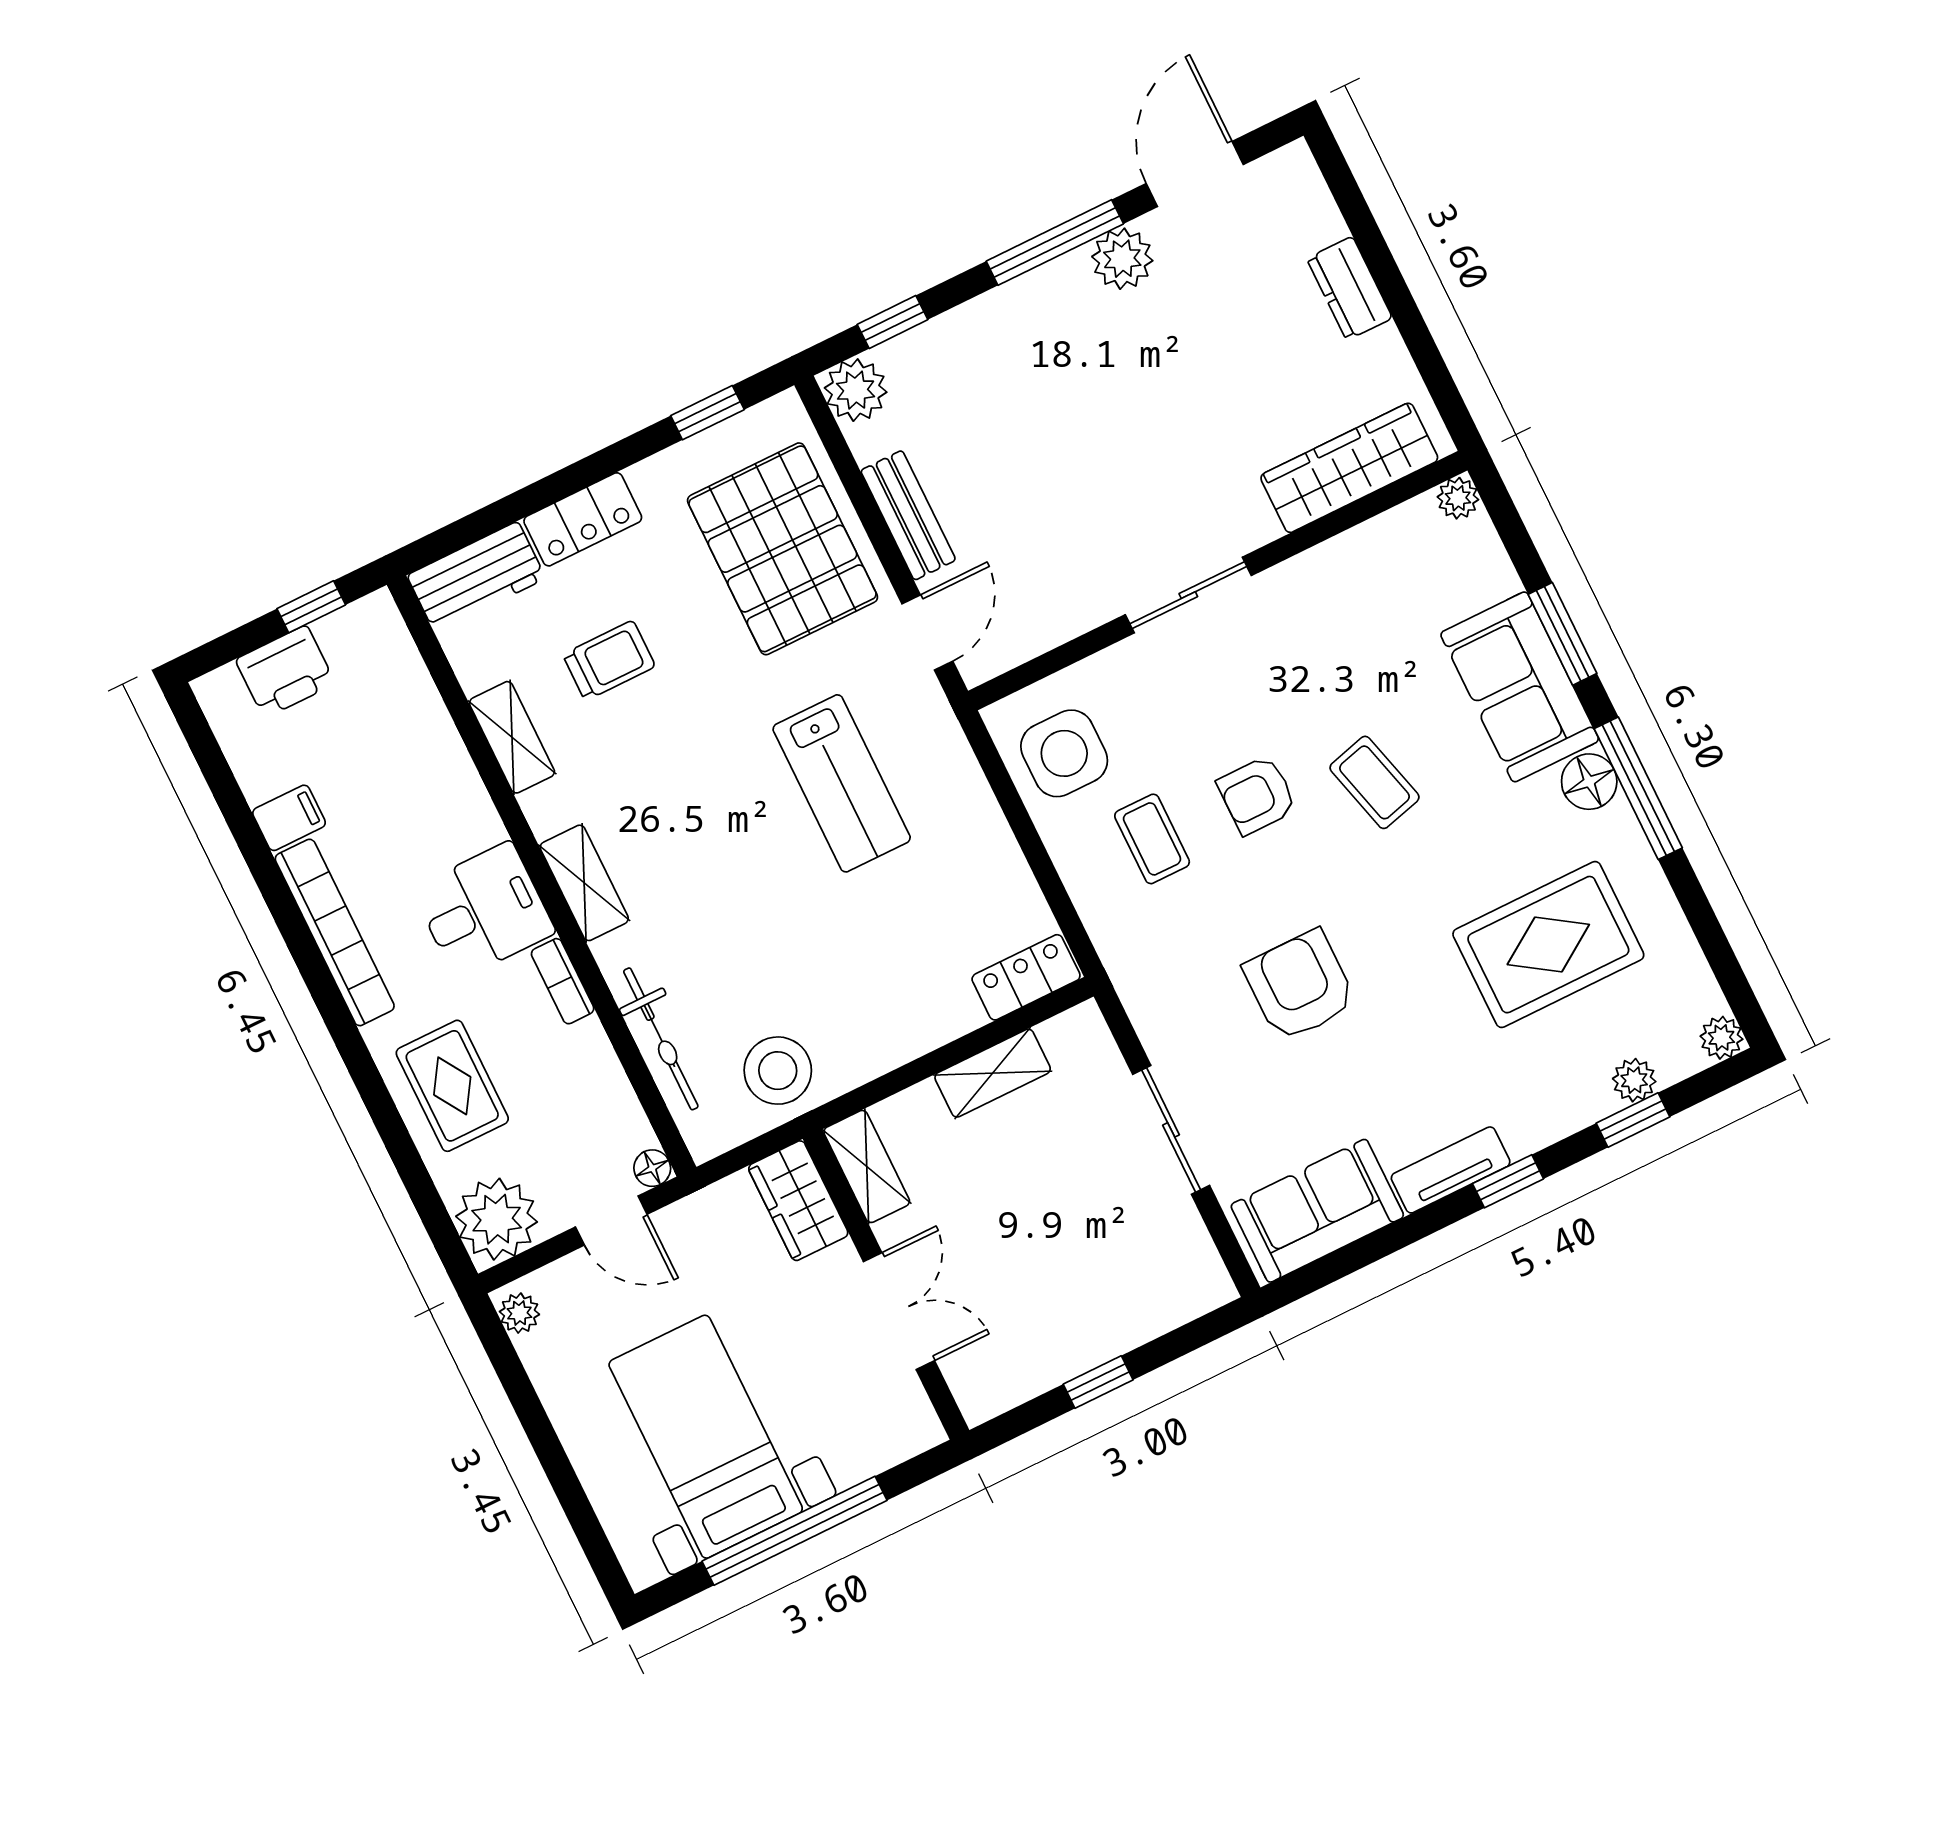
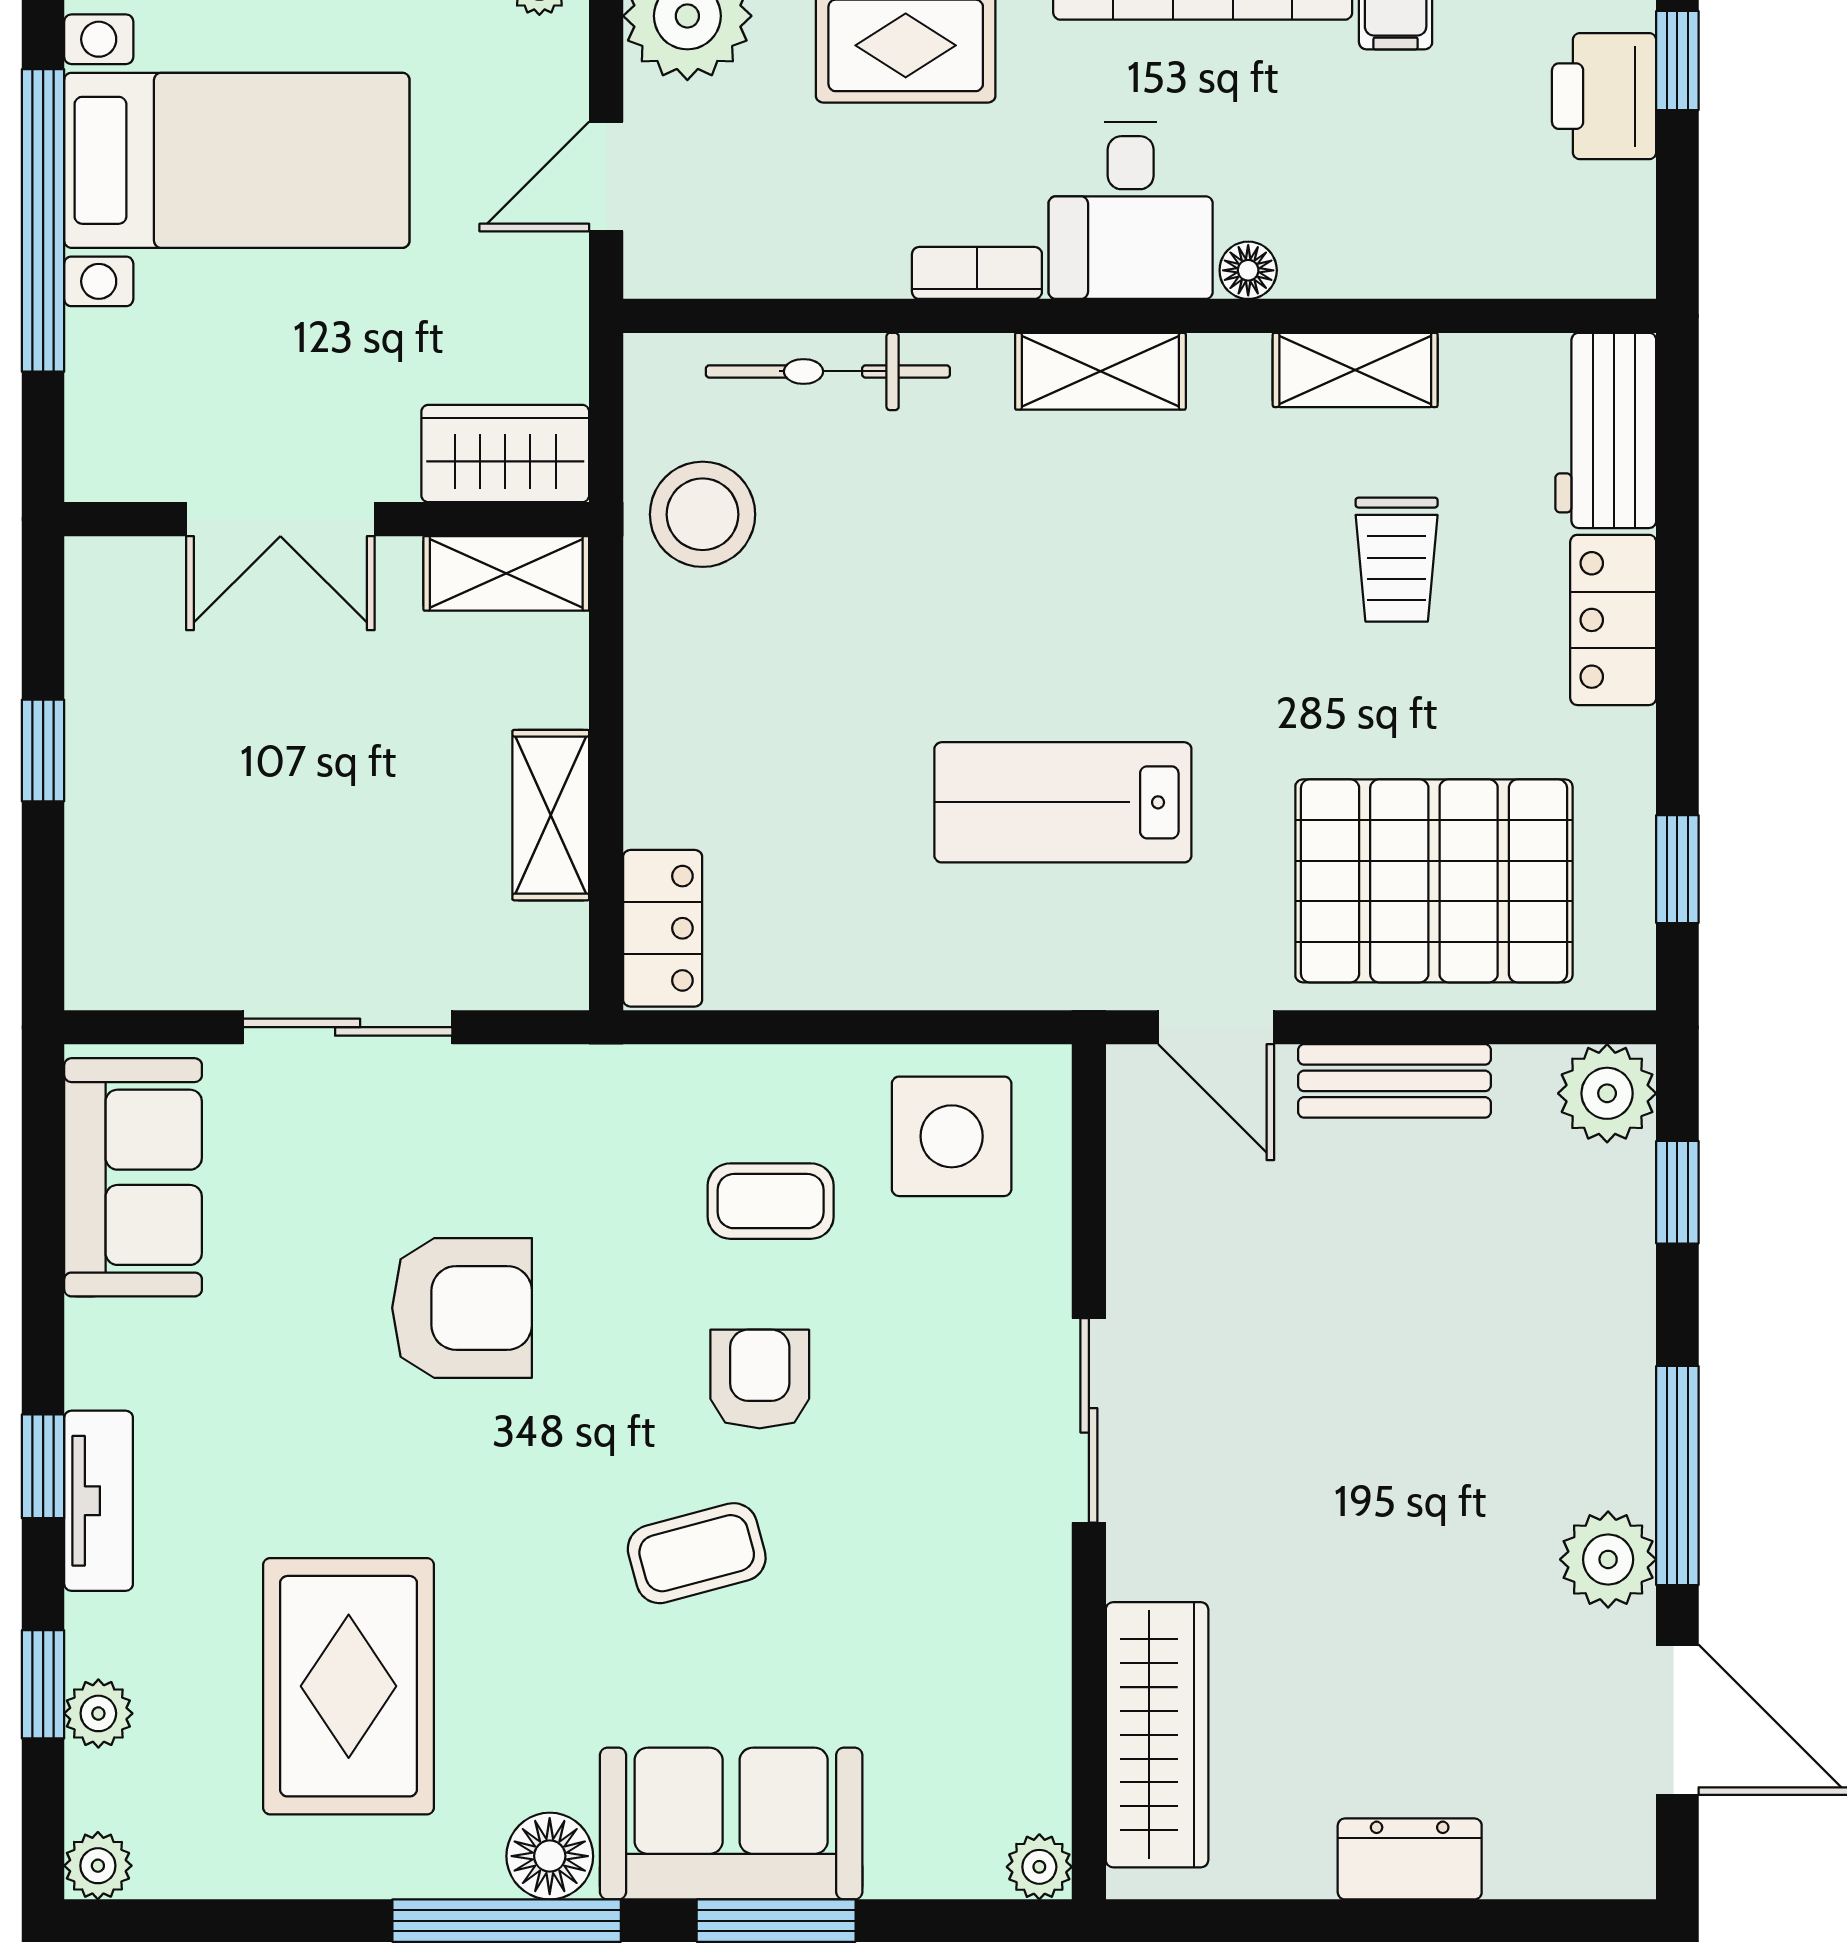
window: (311, 607) -> (1677, 61), moved
floor lamp: (652, 1168) -> (1248, 270), moved
tv unit: (1451, 1170) -> (99, 1501), moved

